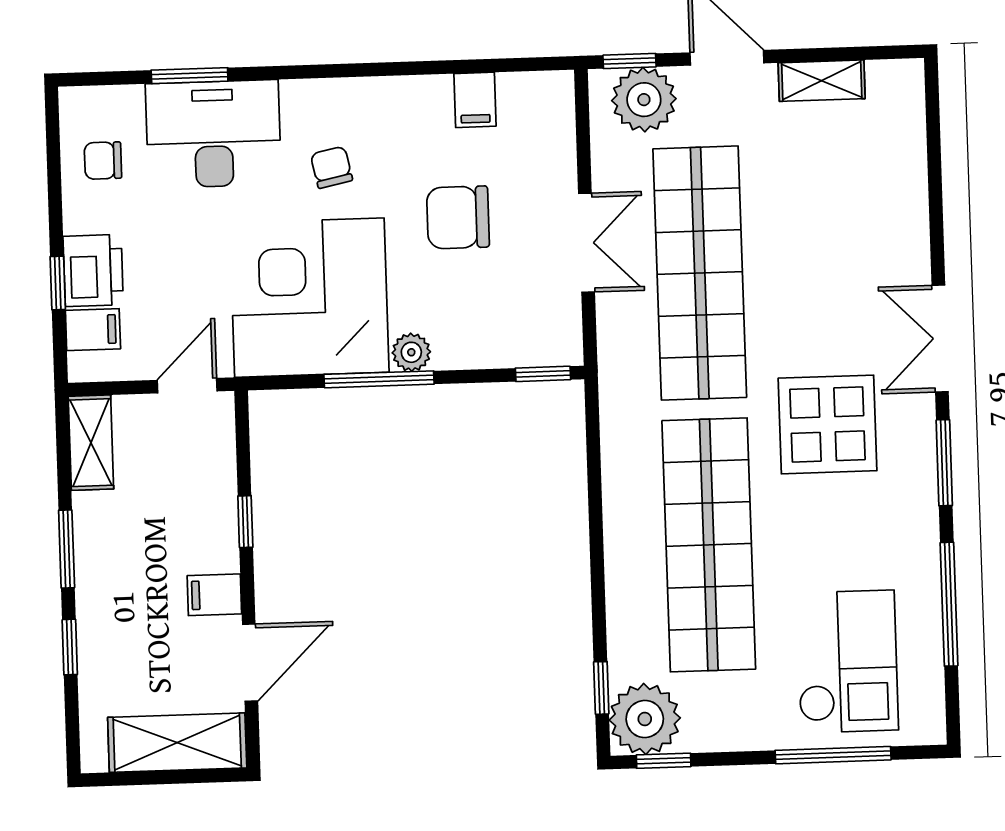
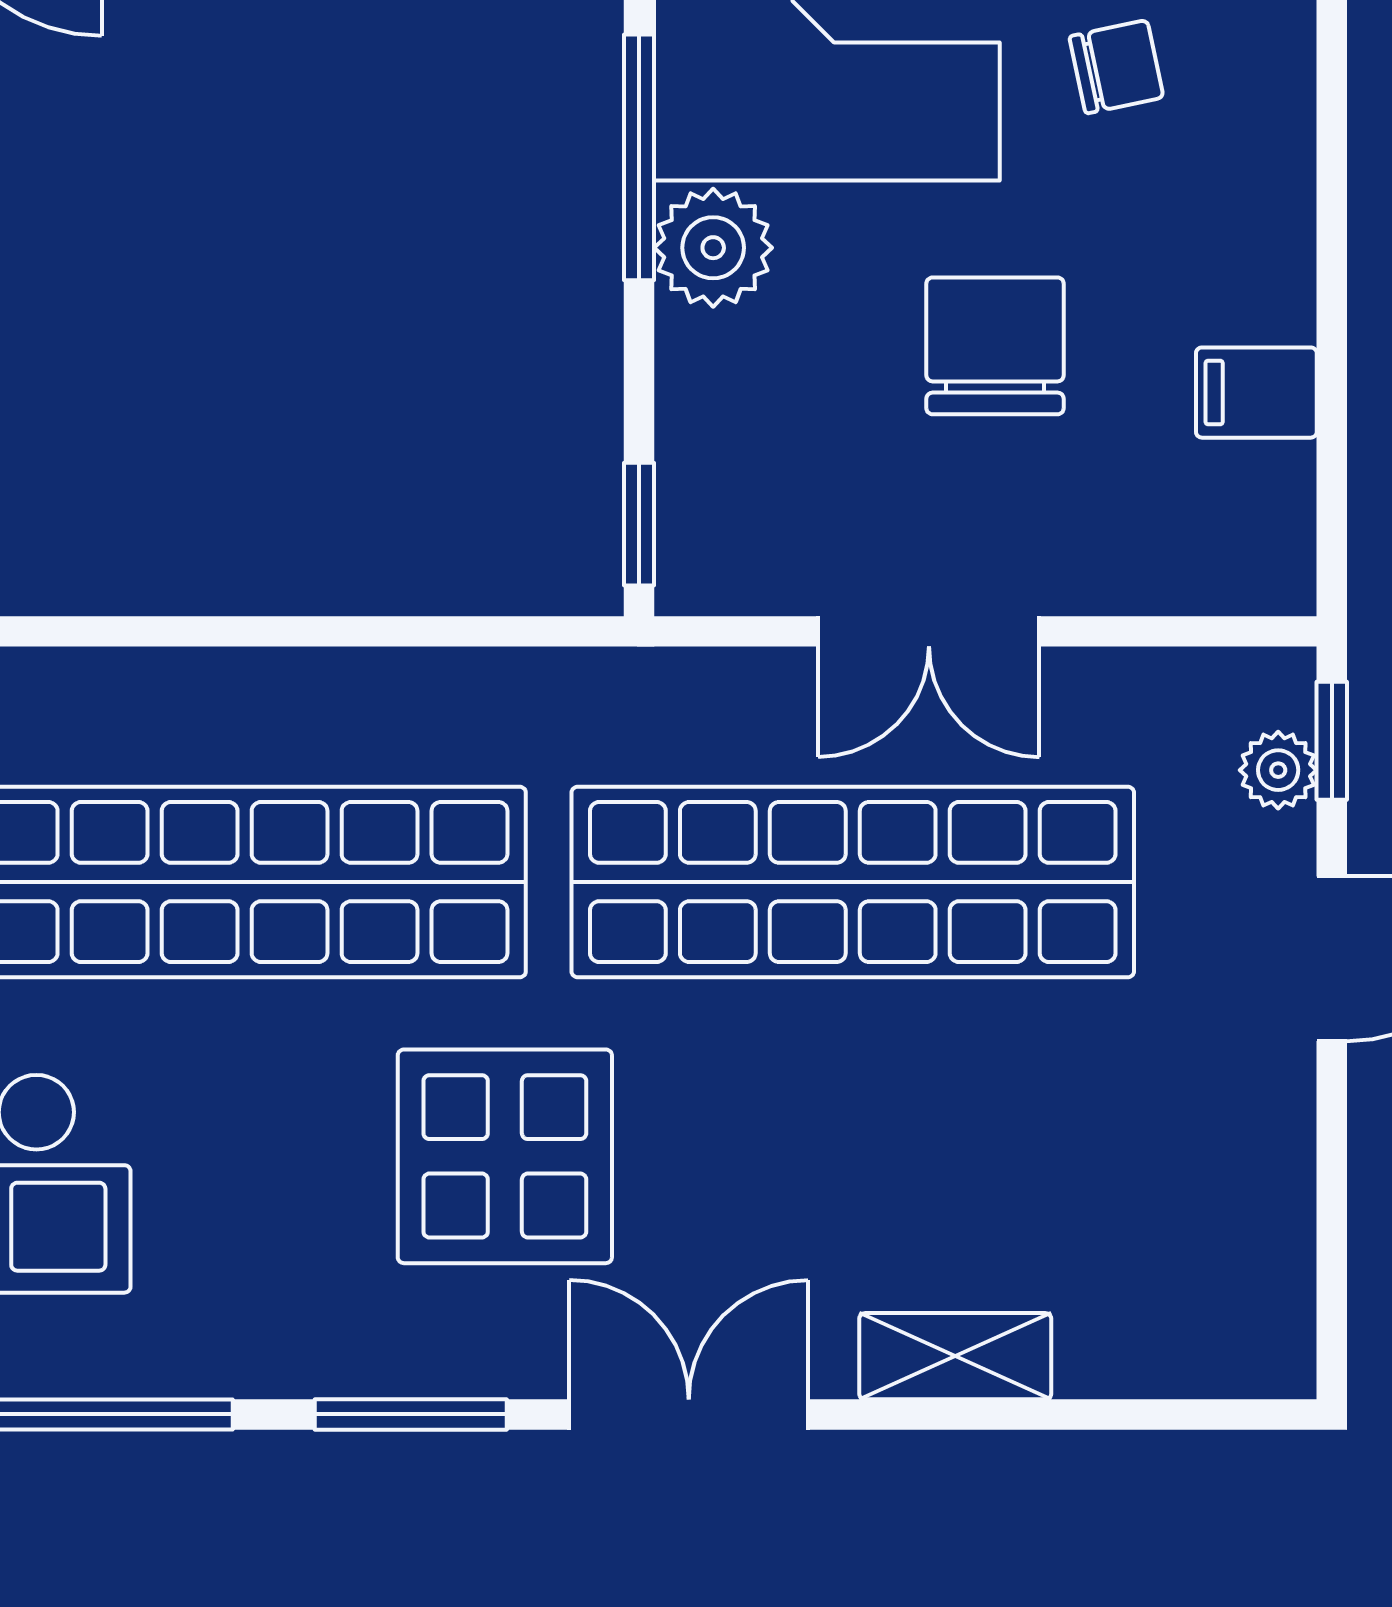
shelving: (822, 81) -> (955, 1356), moved, turned 90
plant: (644, 100) -> (1278, 770), width x0.53, depth x0.53
plant: (411, 352) -> (713, 248), width x1.38, depth x1.38

